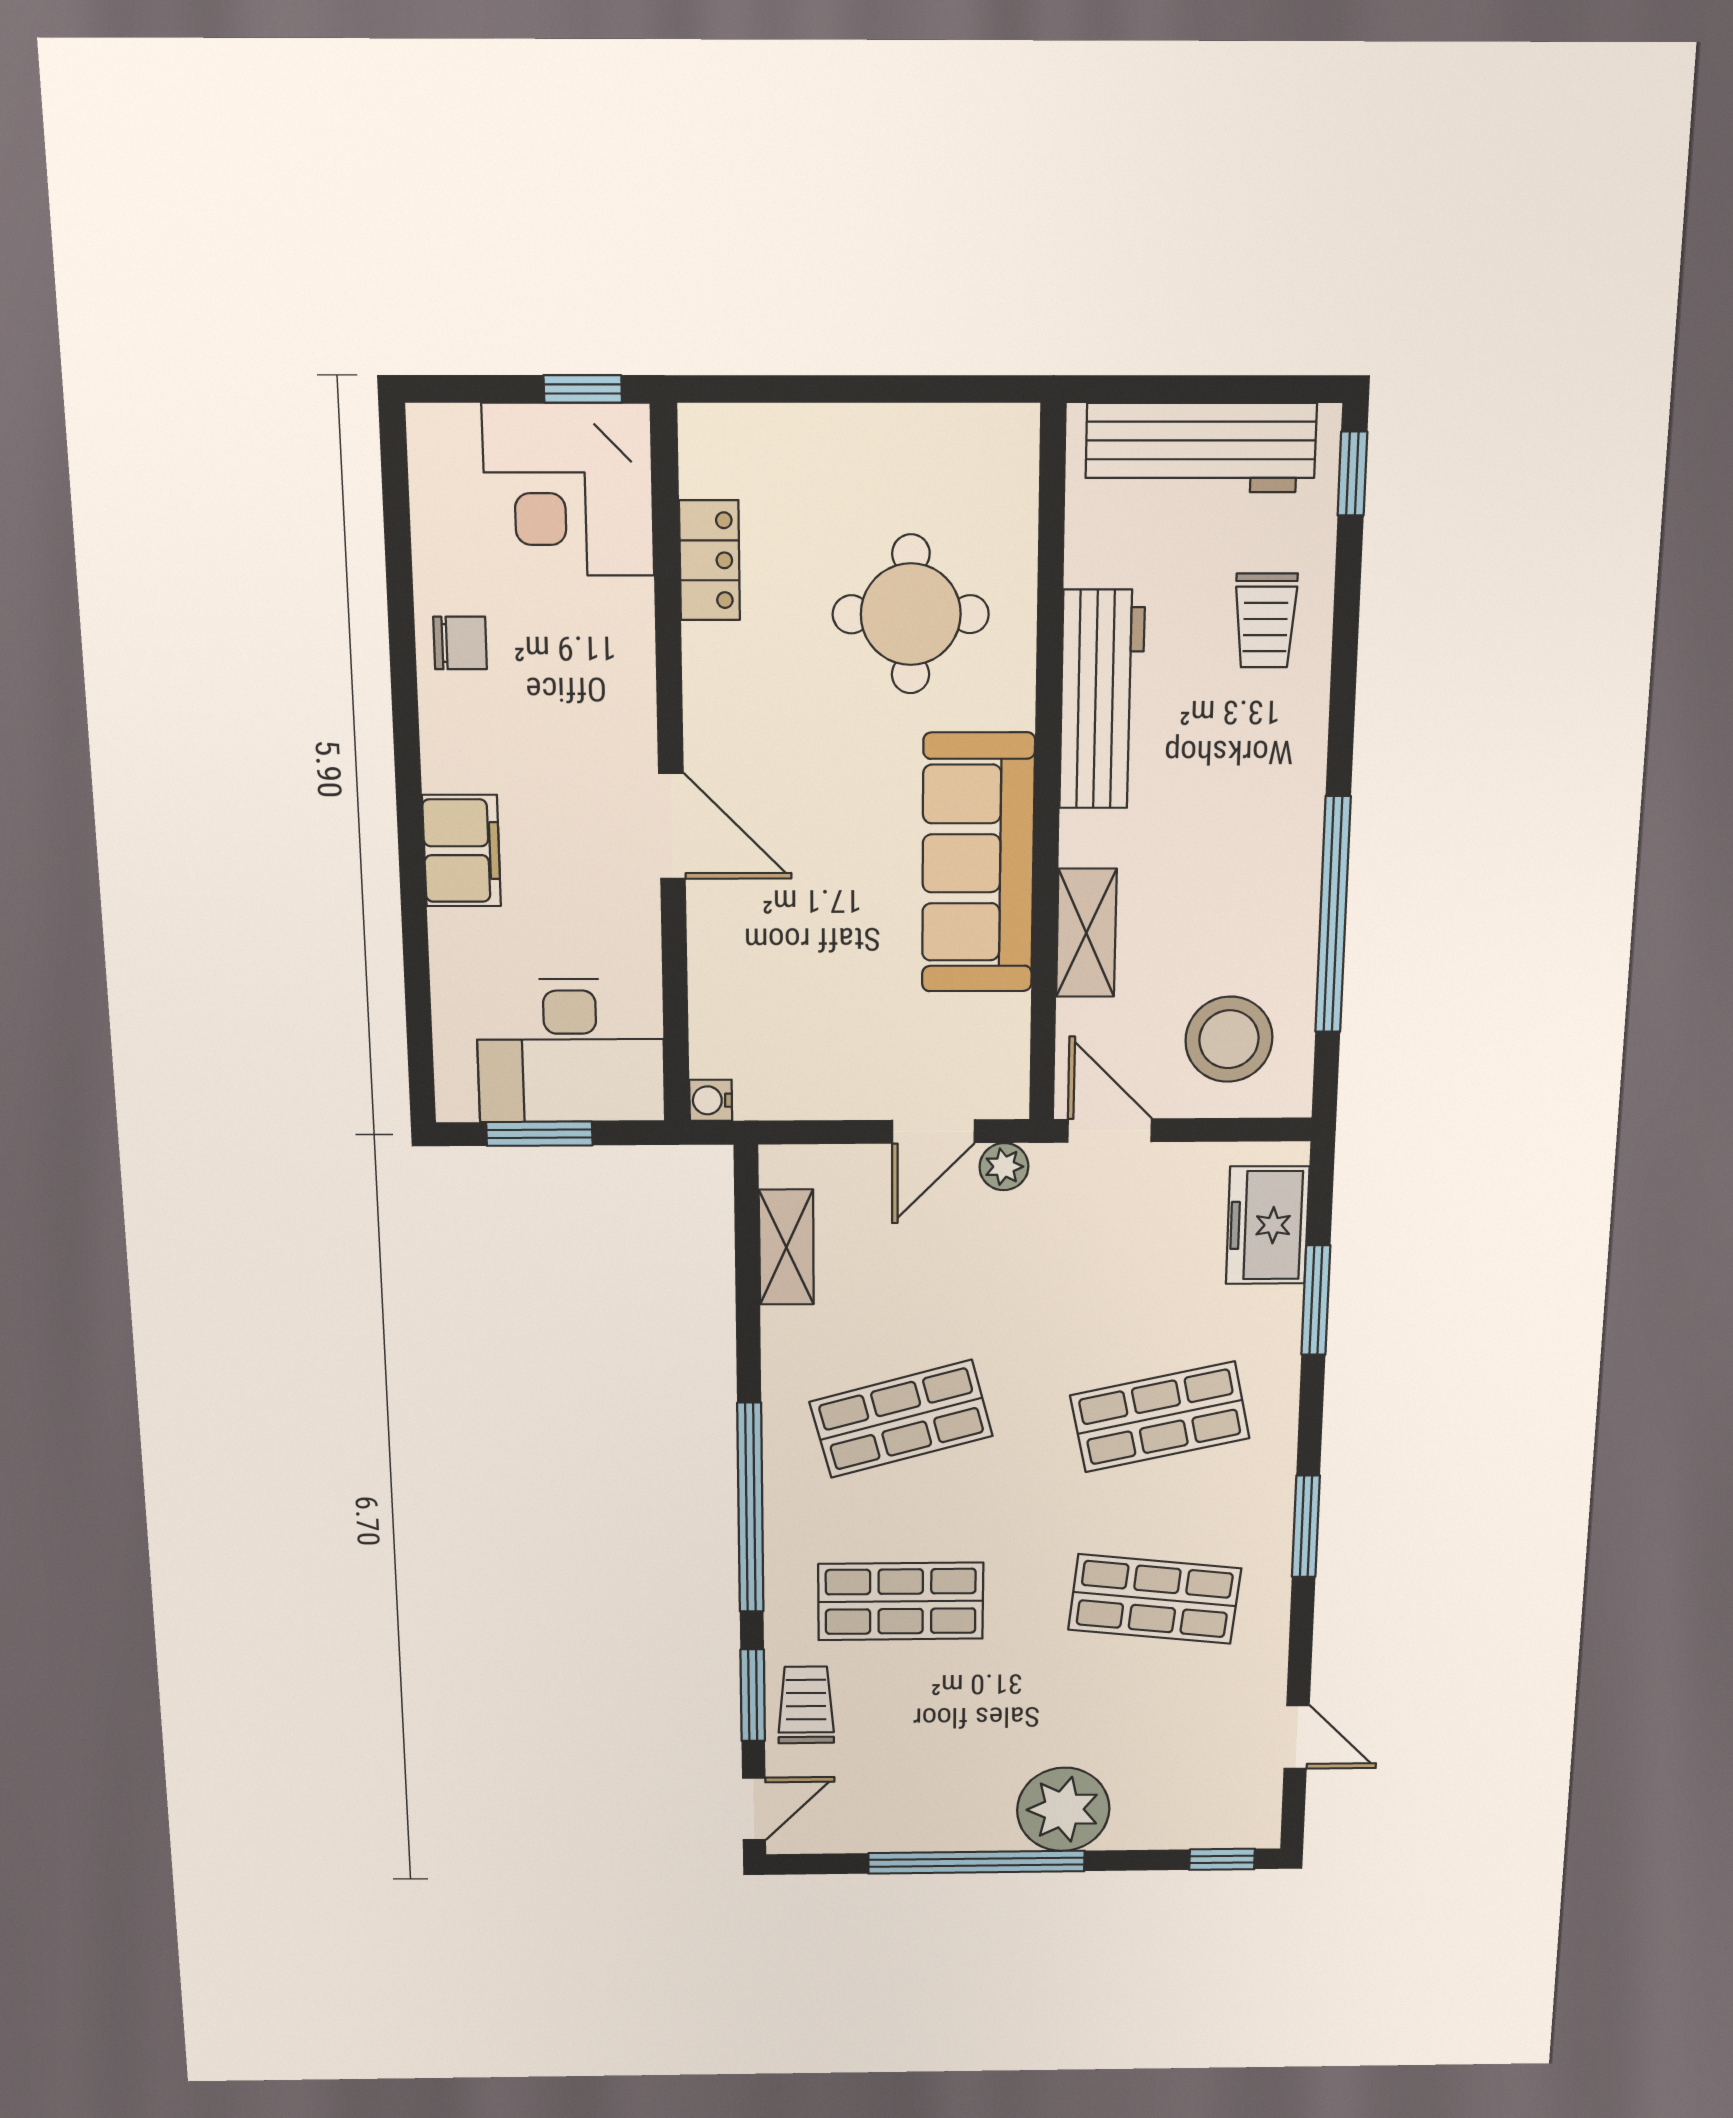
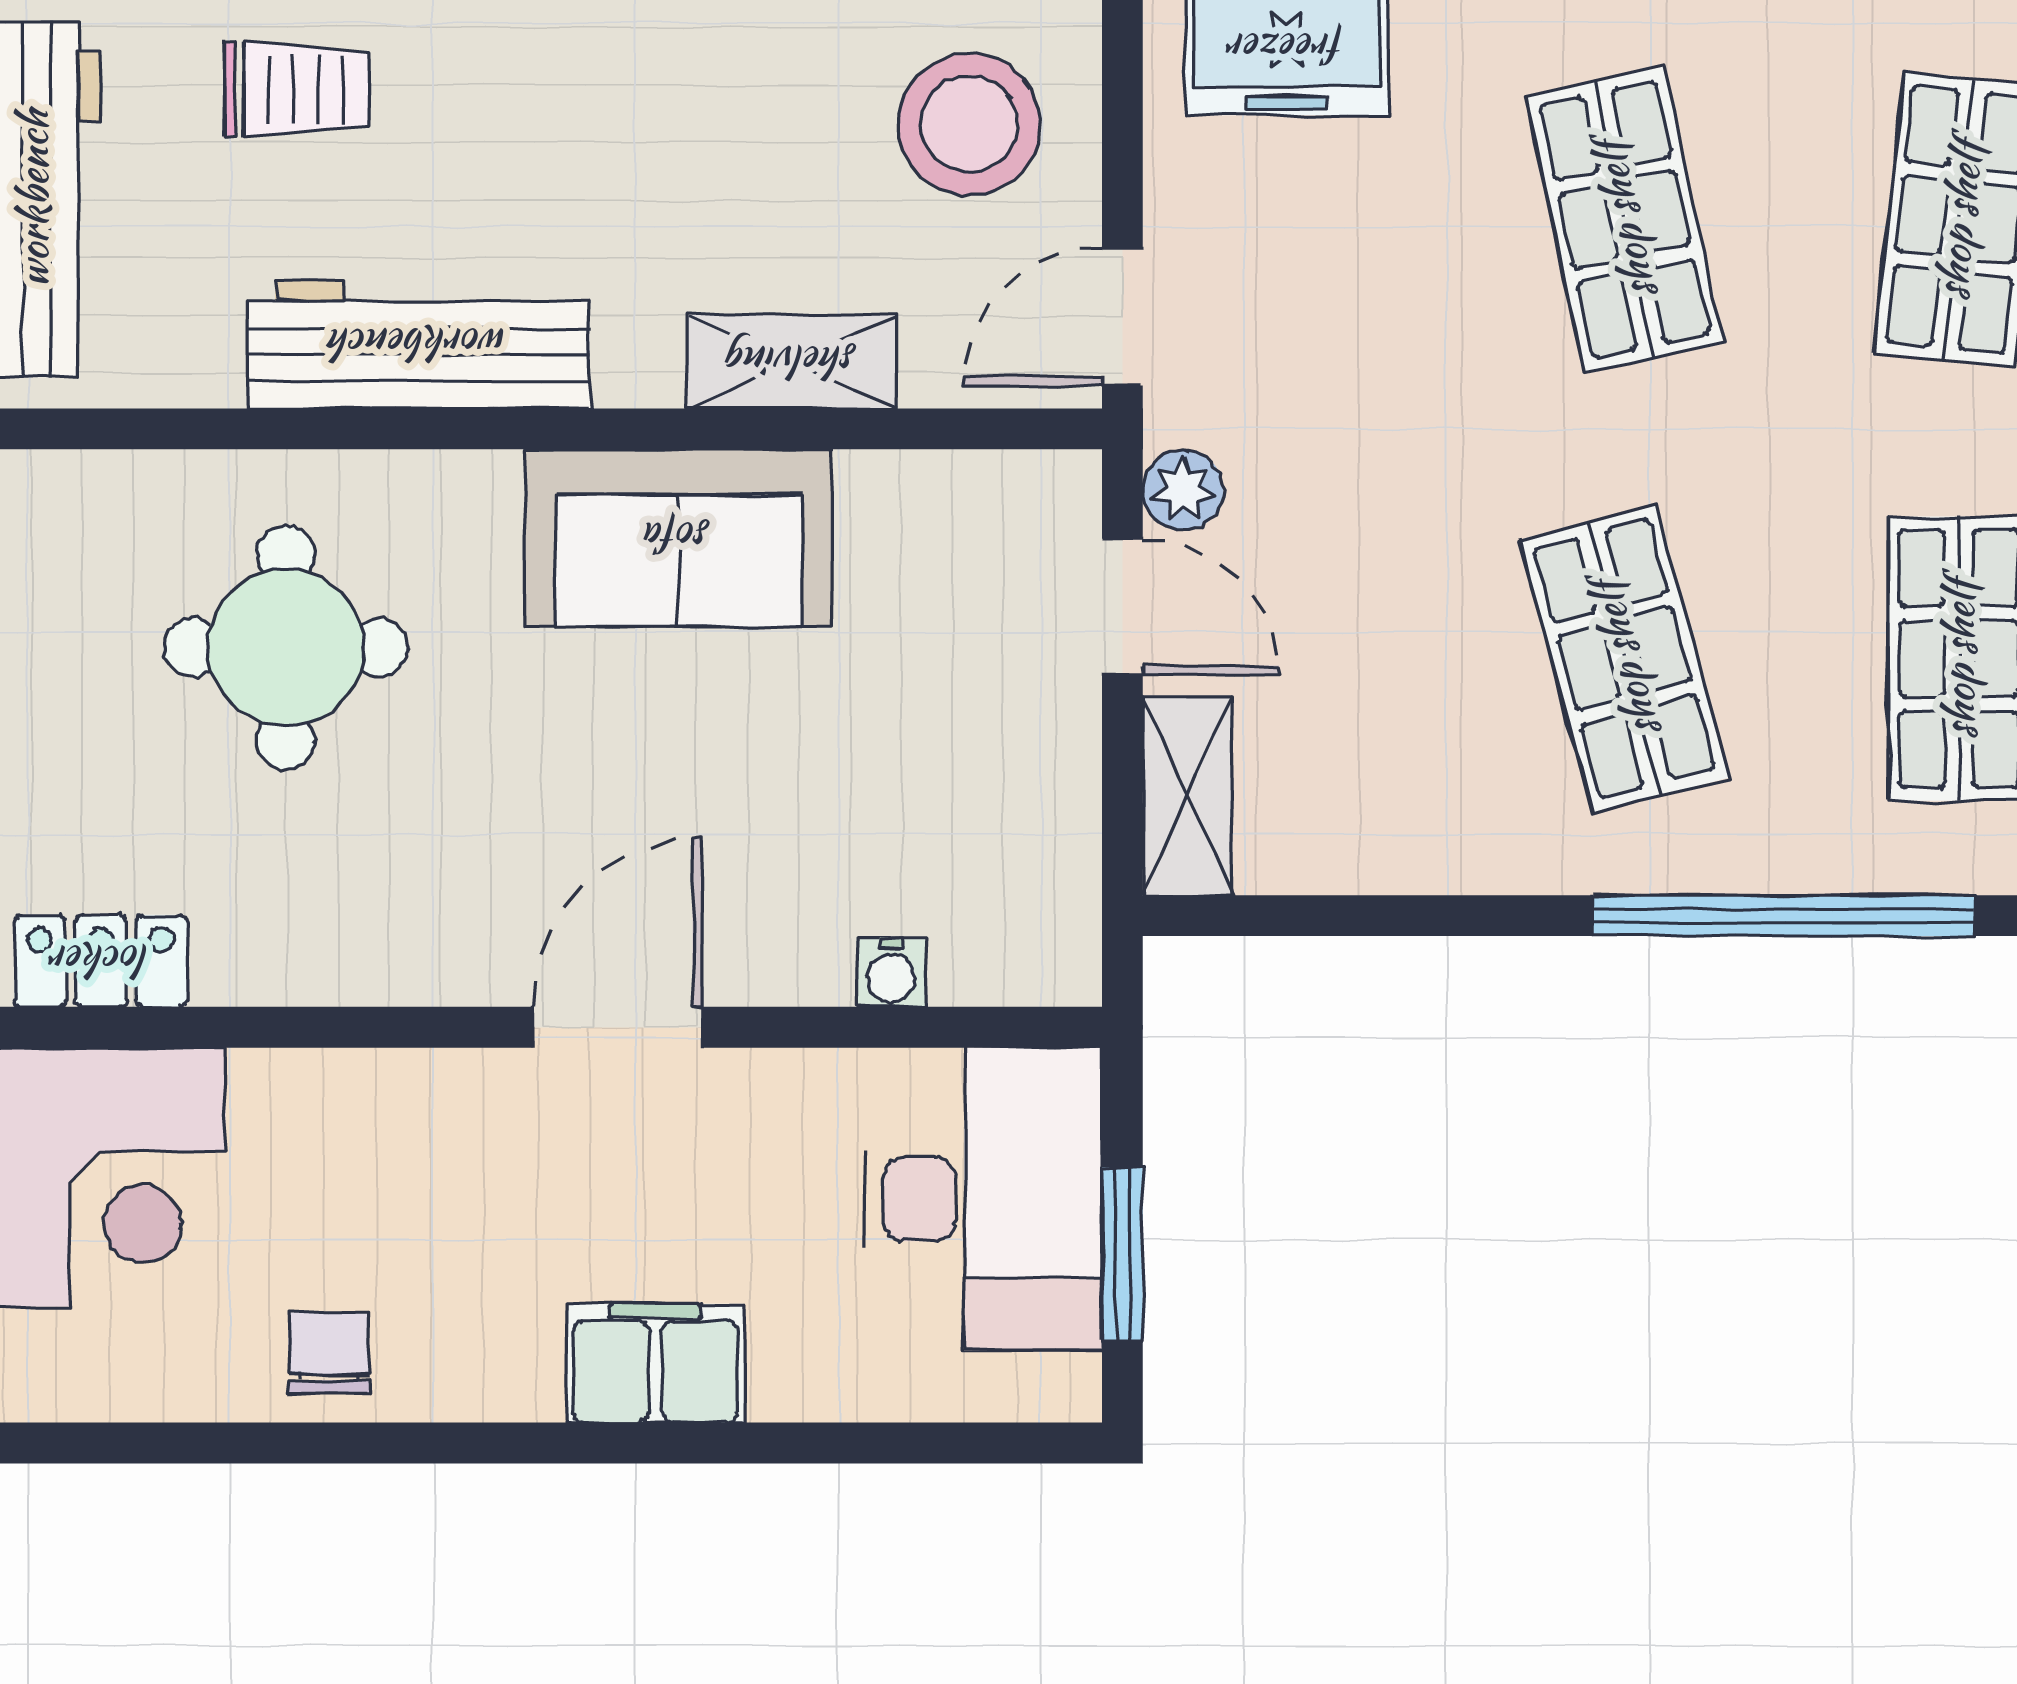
locker: (710, 560) -> (101, 961), moved
sofa: (978, 863) -> (678, 538), width x0.73
water cooler: (711, 1100) -> (891, 972), moved
shelving: (786, 1247) -> (1188, 796), moved, turned 90

